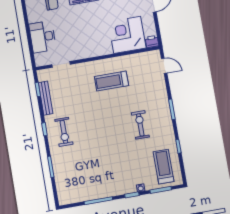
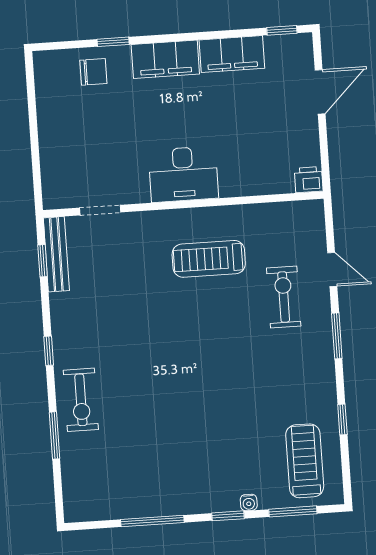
corner desk: (127, 35) -> (255, 159), removed
desk: (43, 37) -> (183, 174), moved, turned -90
door: (164, 66) -> (332, 269), moved
bench: (46, 98) -> (56, 254), moved
exercise bike: (140, 125) -> (284, 297), moved
exercise bike: (64, 132) -> (81, 400), moved

